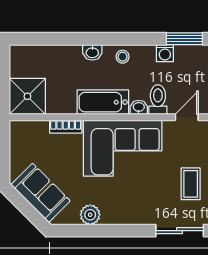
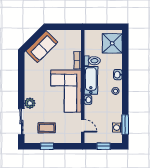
washing machine: (165, 53) -> (117, 128), moved
shower: (27, 96) -> (112, 43), moved
toilet: (158, 100) -> (92, 61), moved
plant: (90, 215) -> (30, 103), moved

